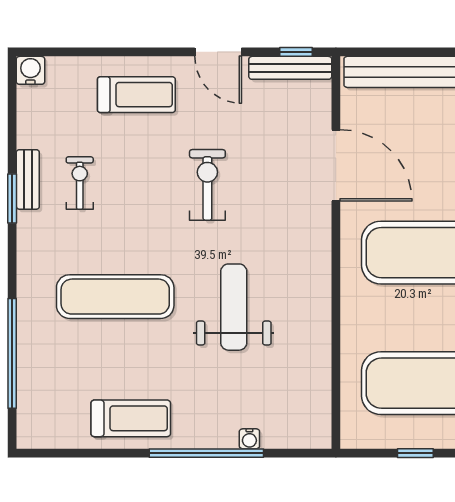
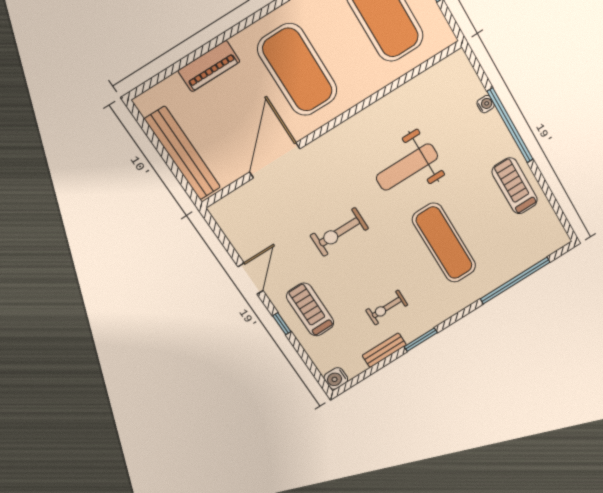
window: (296, 52) -> (282, 324), moved
bench: (290, 68) -> (231, 229), removed
bench: (28, 179) -> (384, 350), moved

